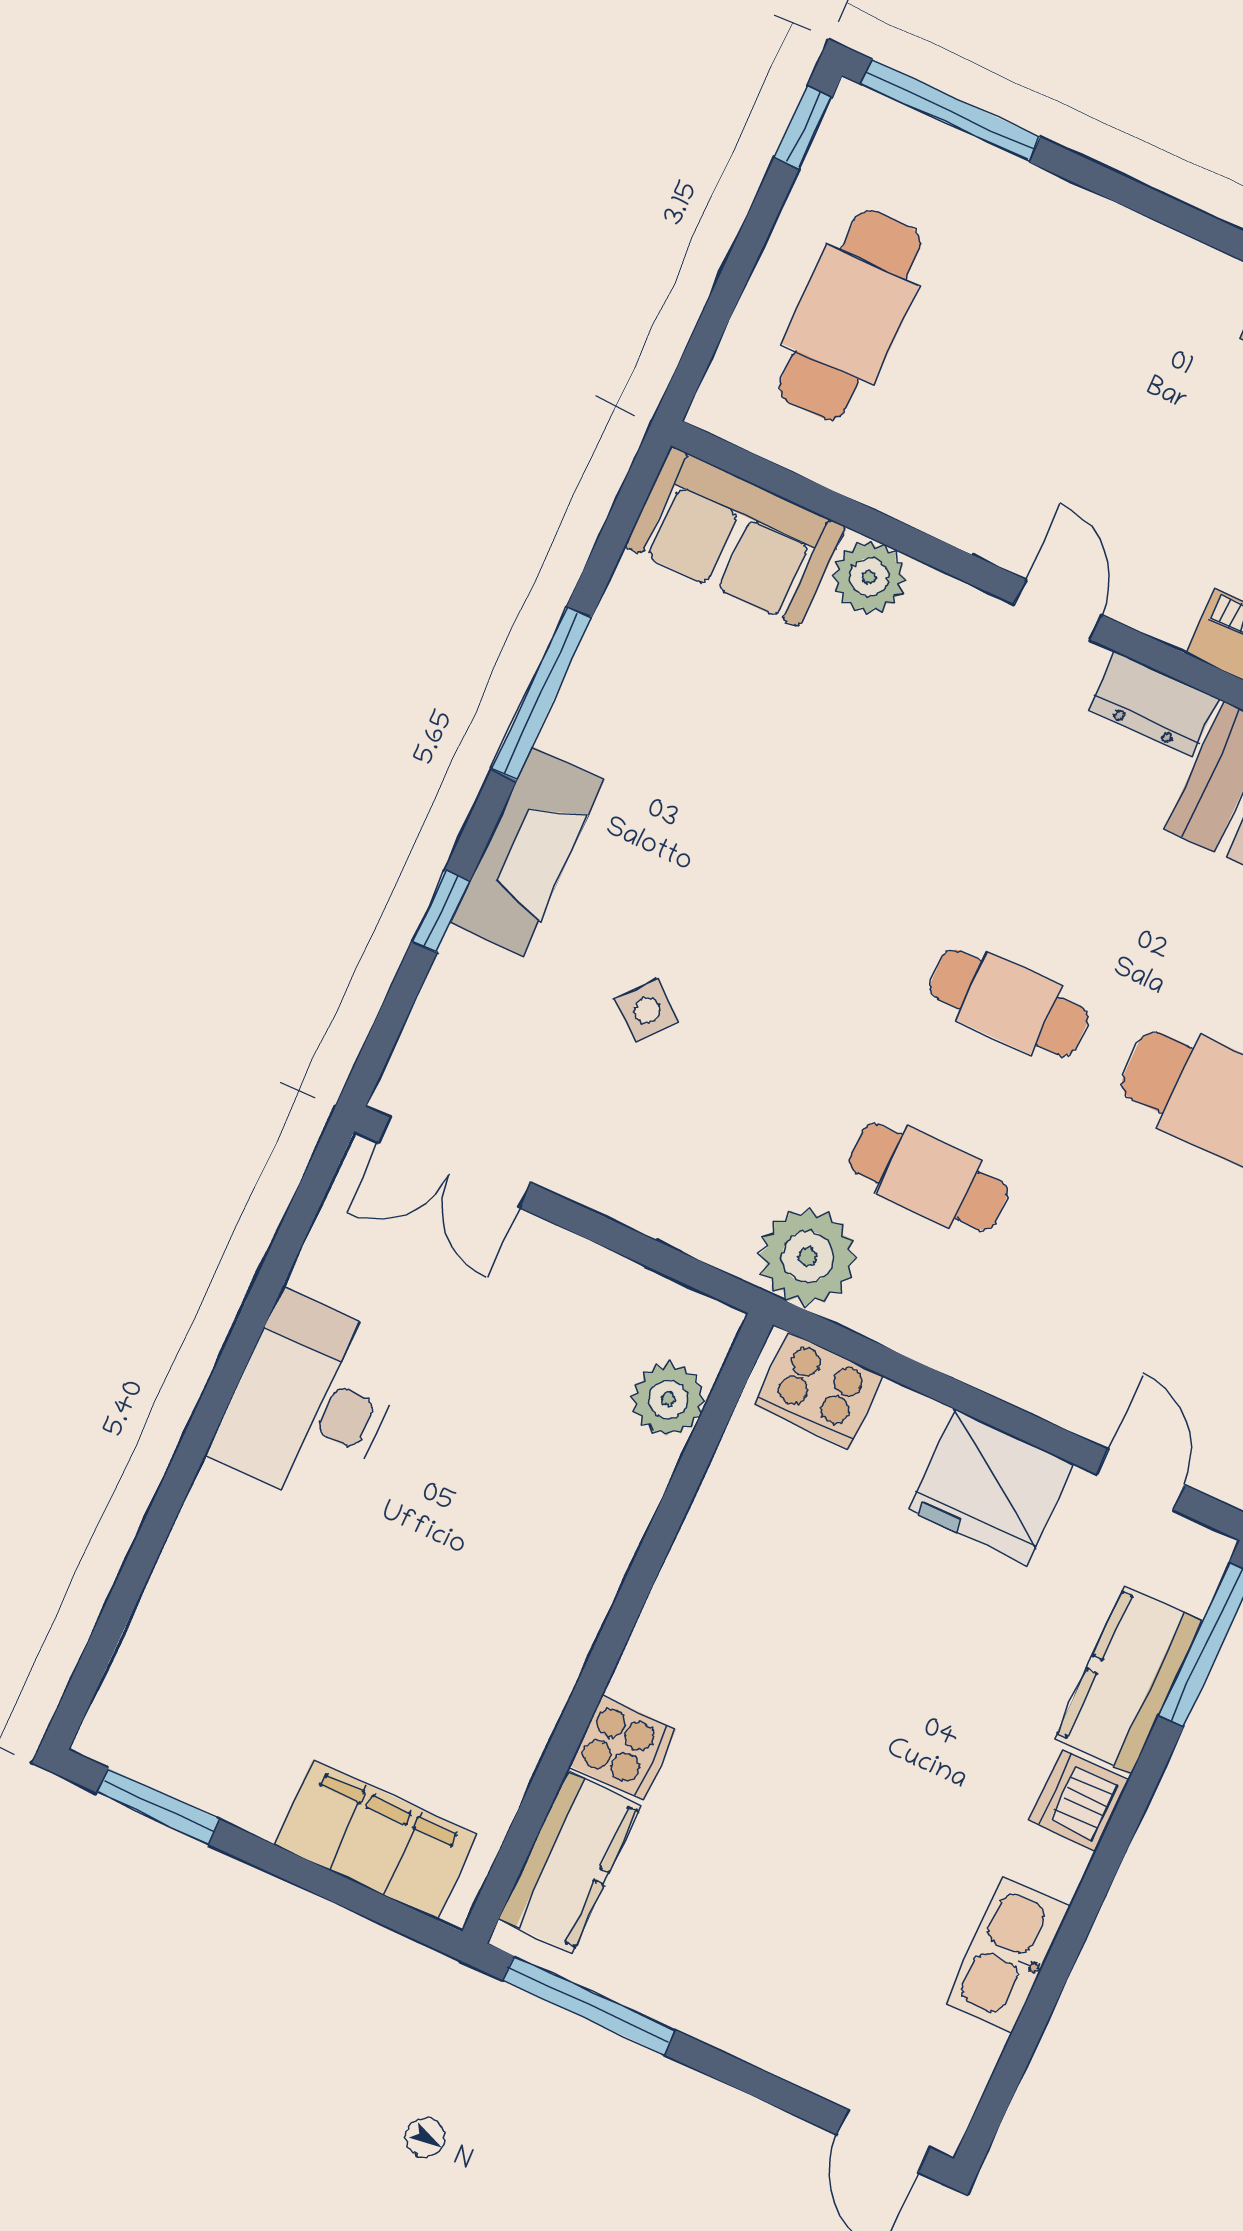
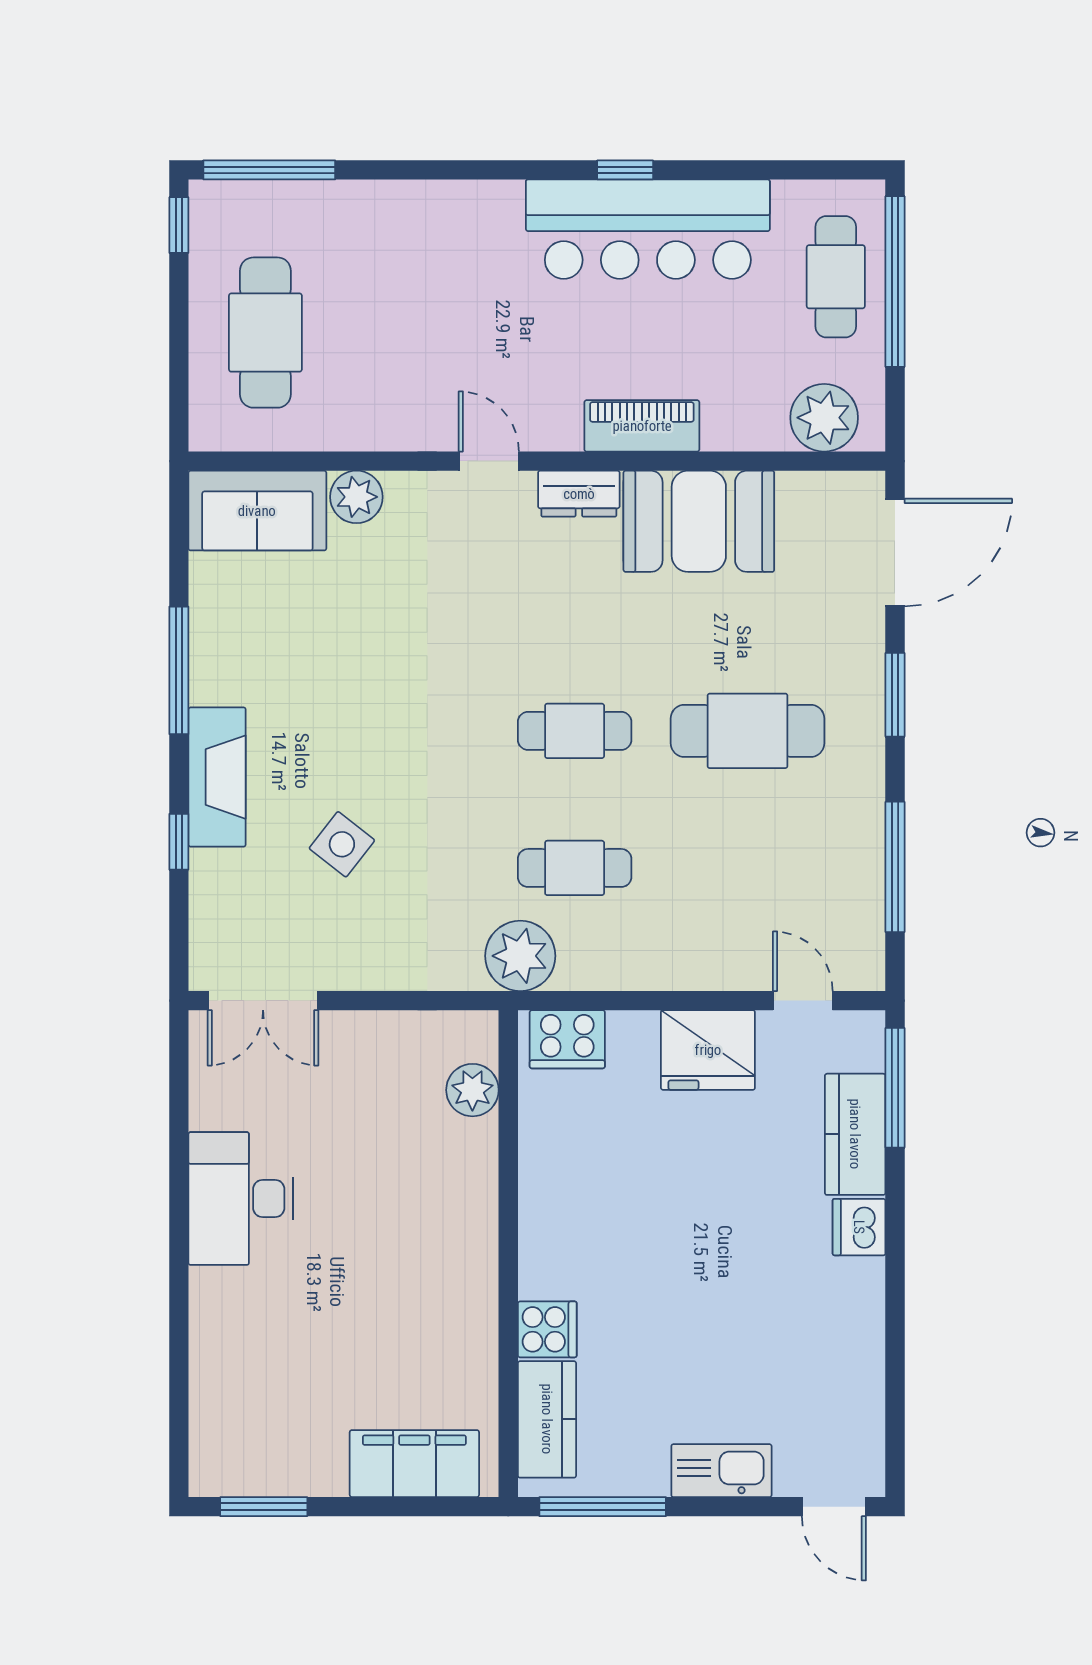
side table: (647, 1010) -> (342, 844), width x1.37, depth x1.37
kitchen sink: (1007, 1955) -> (721, 1471), moved, turned 90

